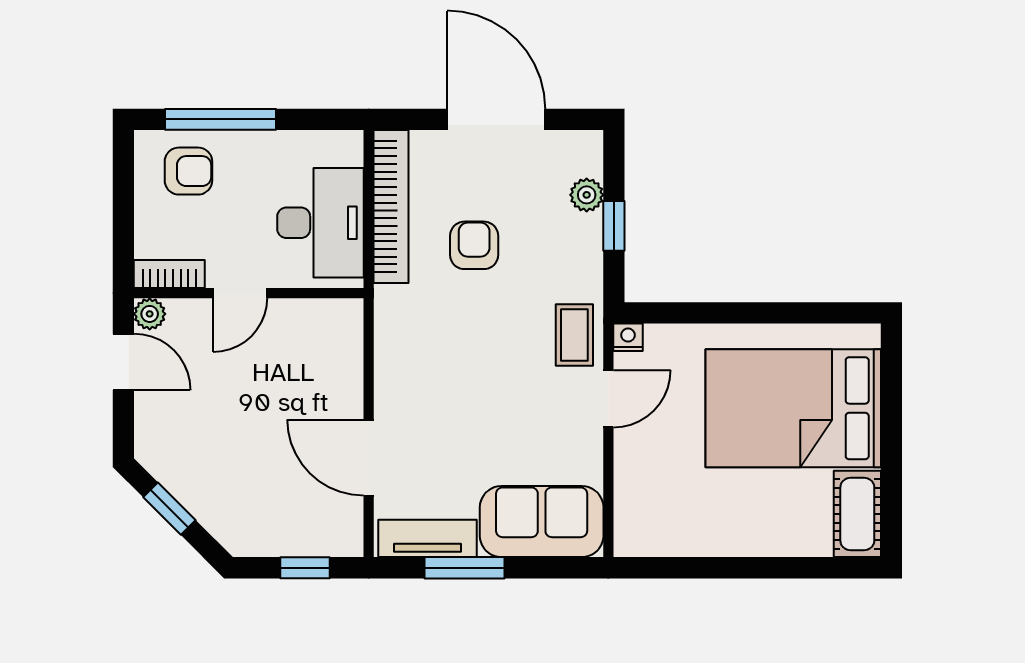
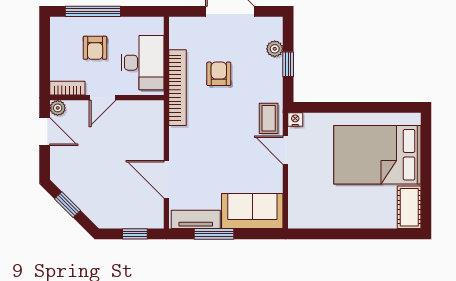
armchair: (188, 171) -> (95, 48), moved, turned 90
bookcase: (391, 206) -> (178, 88), moved
door: (608, 399) -> (285, 150), swing flipped

